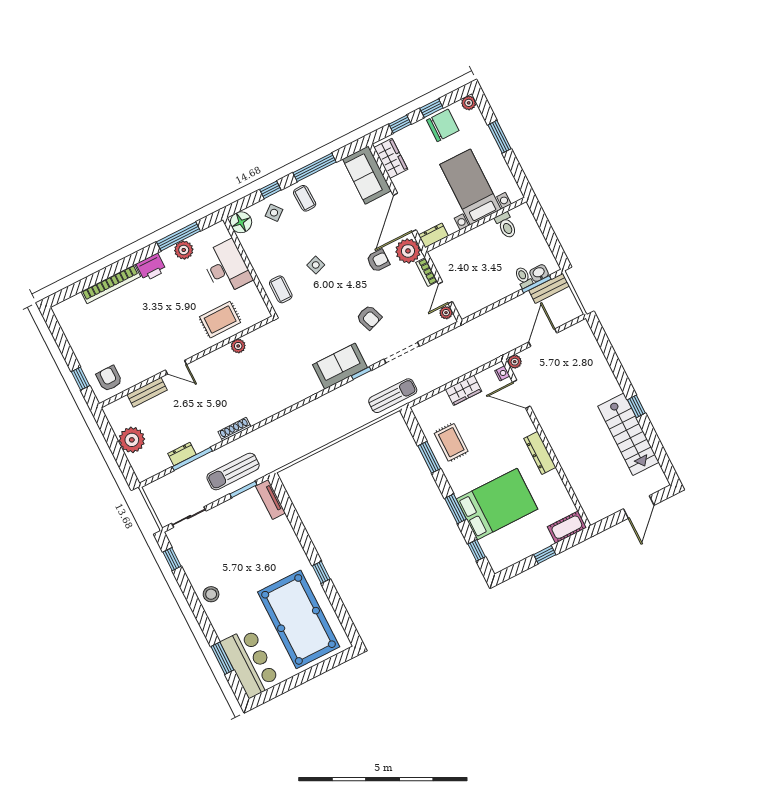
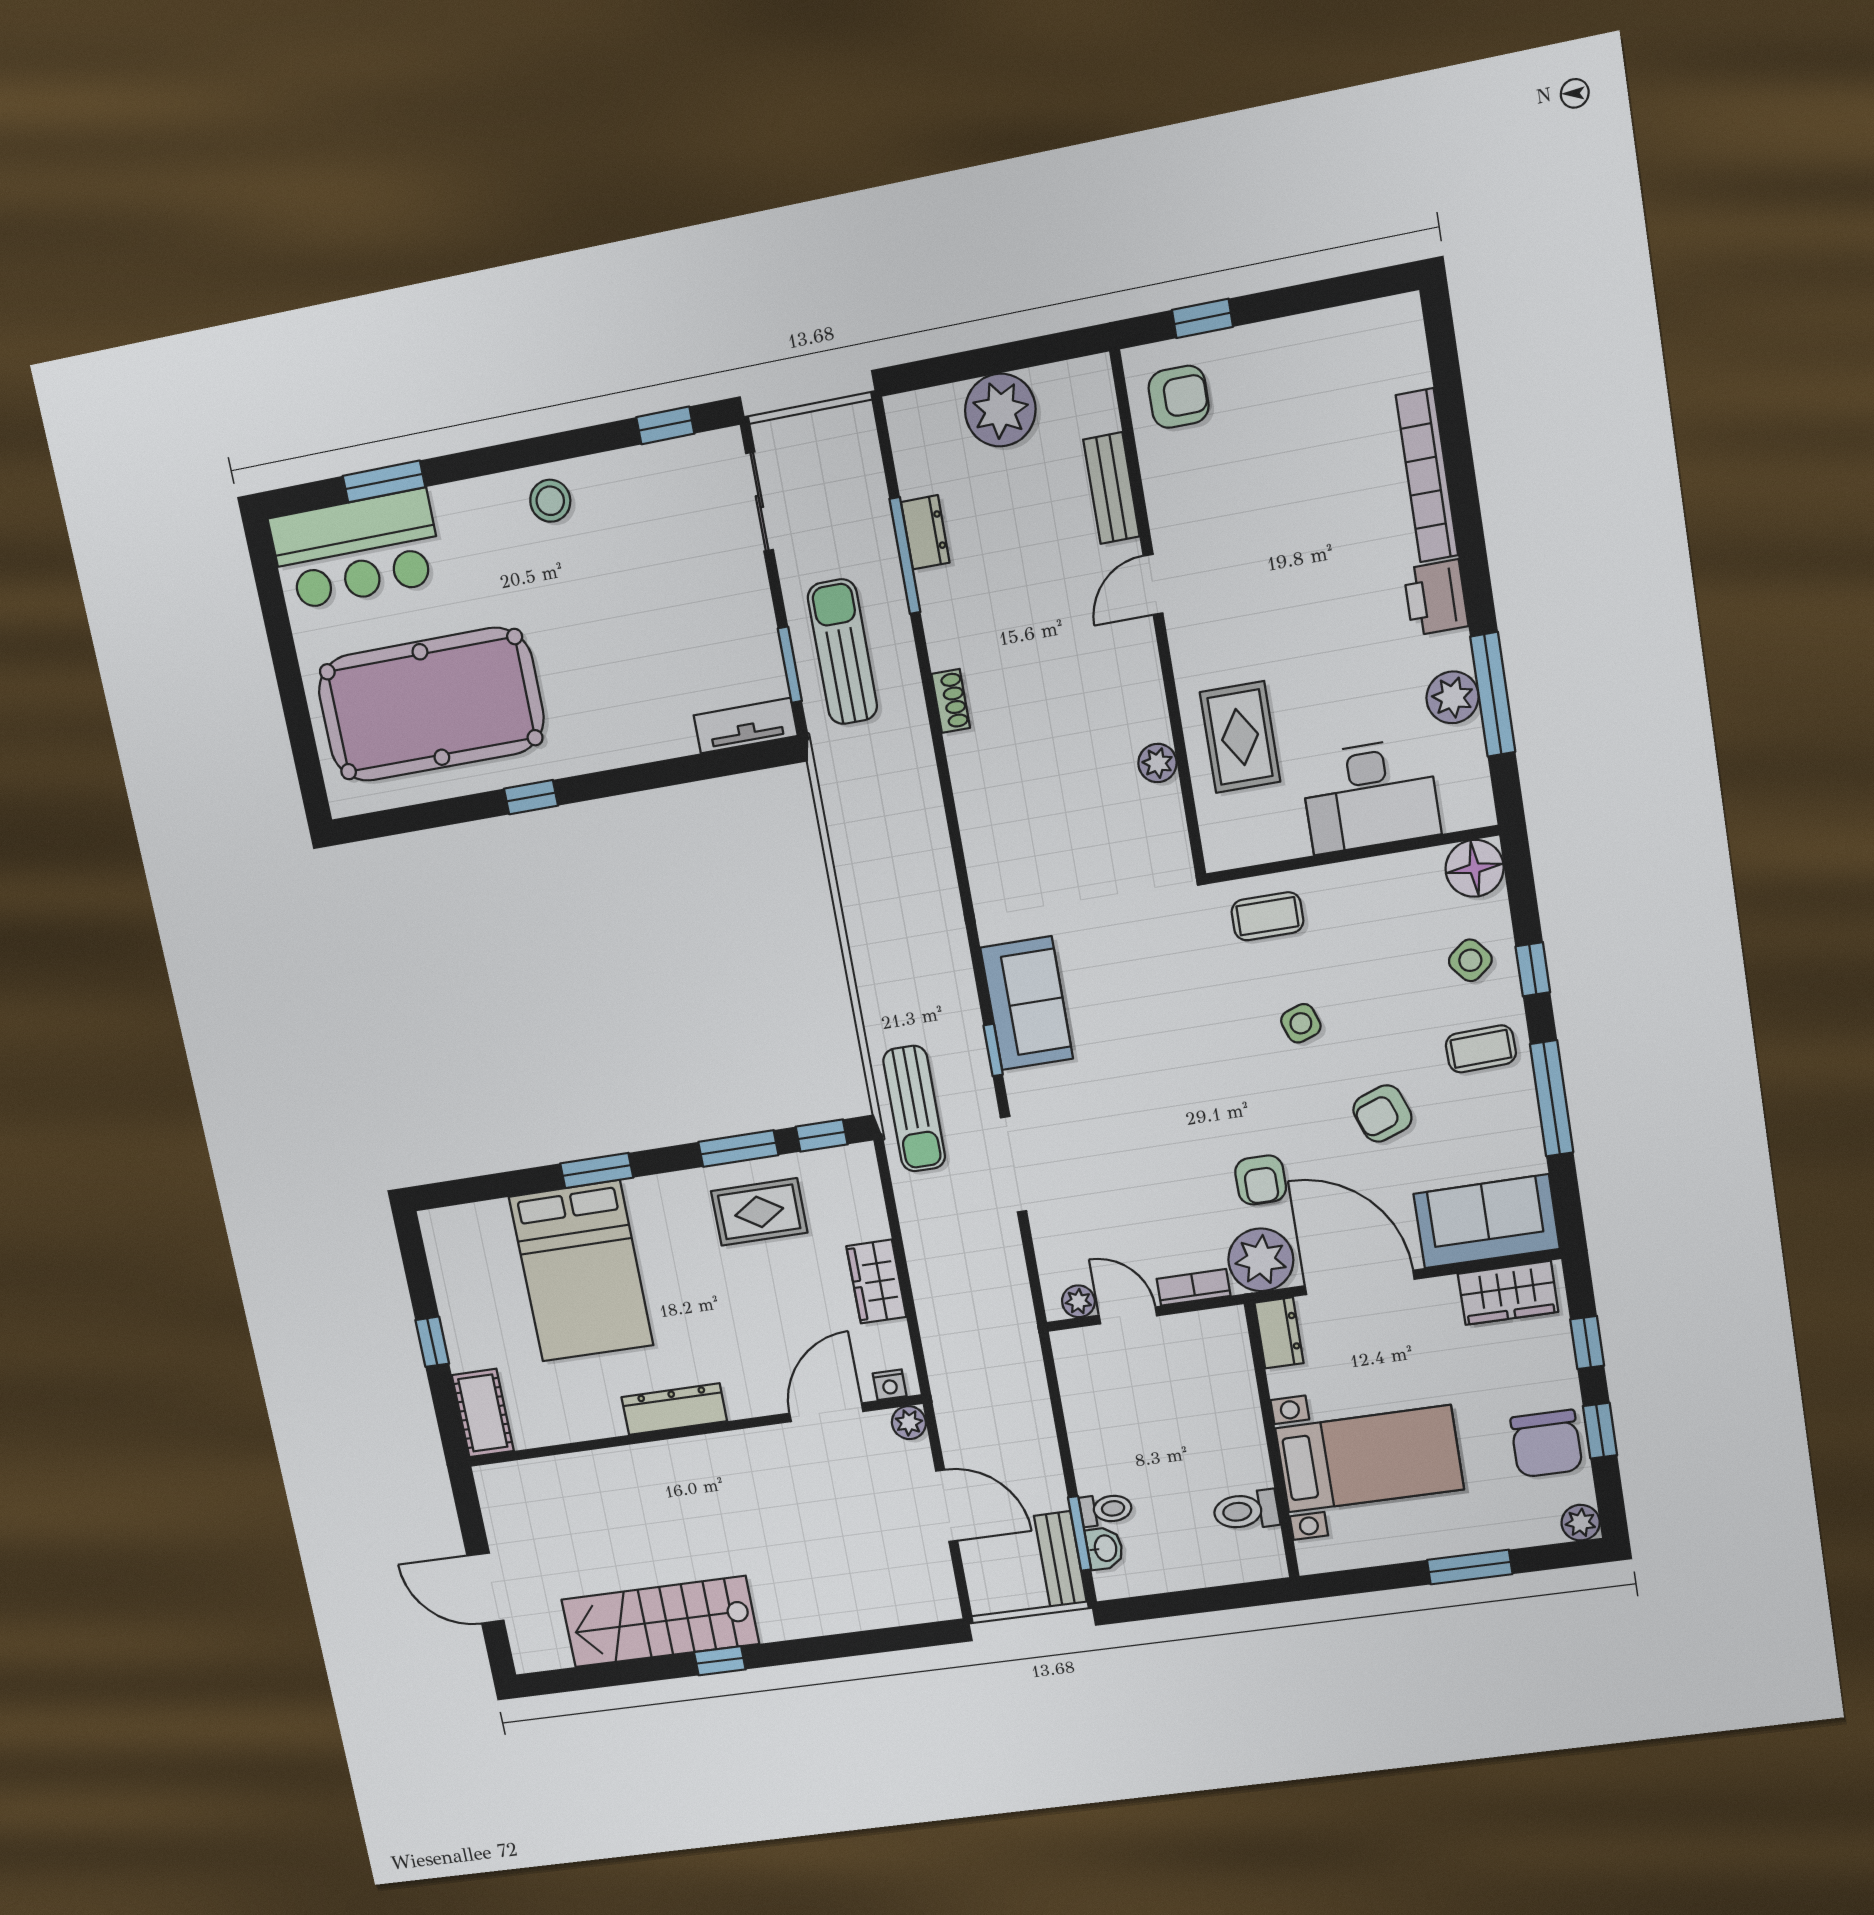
armchair: (369, 317) -> (1382, 1113), moved
shoe rack: (234, 429) -> (951, 701), width x0.70
window: (477, 550) -> (822, 1136), moved

